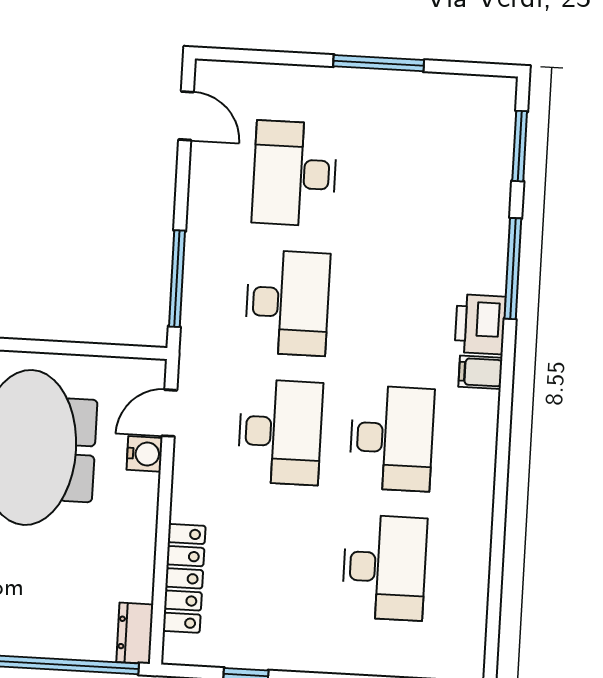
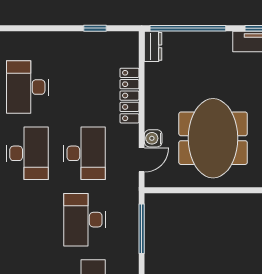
desk: (280, 432) -> (85, 153), turned 180
desk: (392, 438) -> (27, 153), turned 180
locker: (184, 578) -> (129, 96), moved

